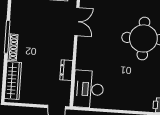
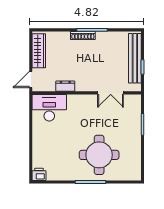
wardrobe: (13, 81) -> (39, 51), moved, turned -90

